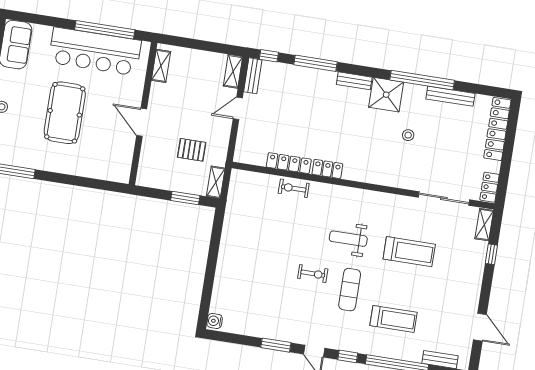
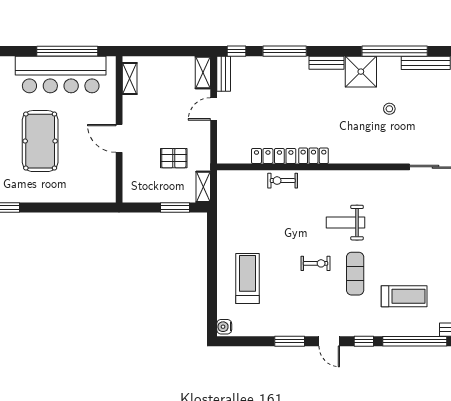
treadmill: (409, 252) -> (248, 278), moved, turned -90

